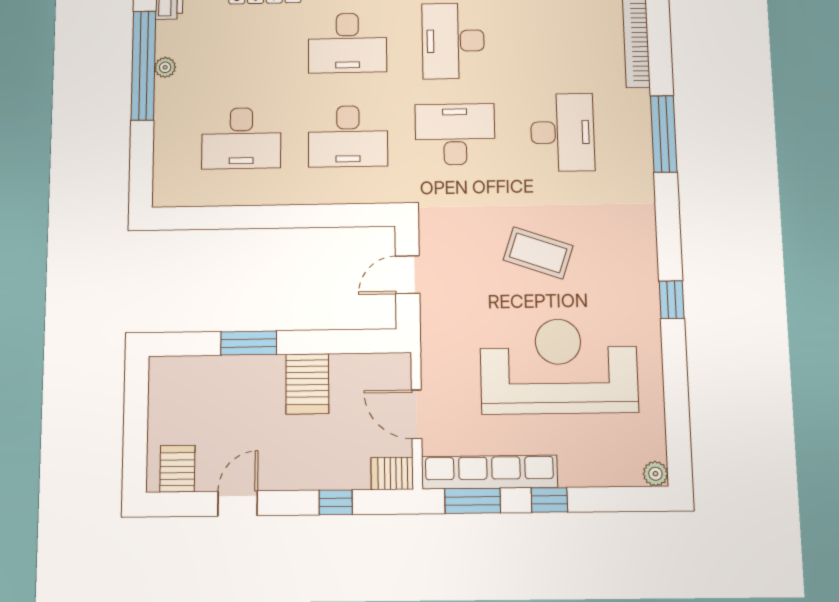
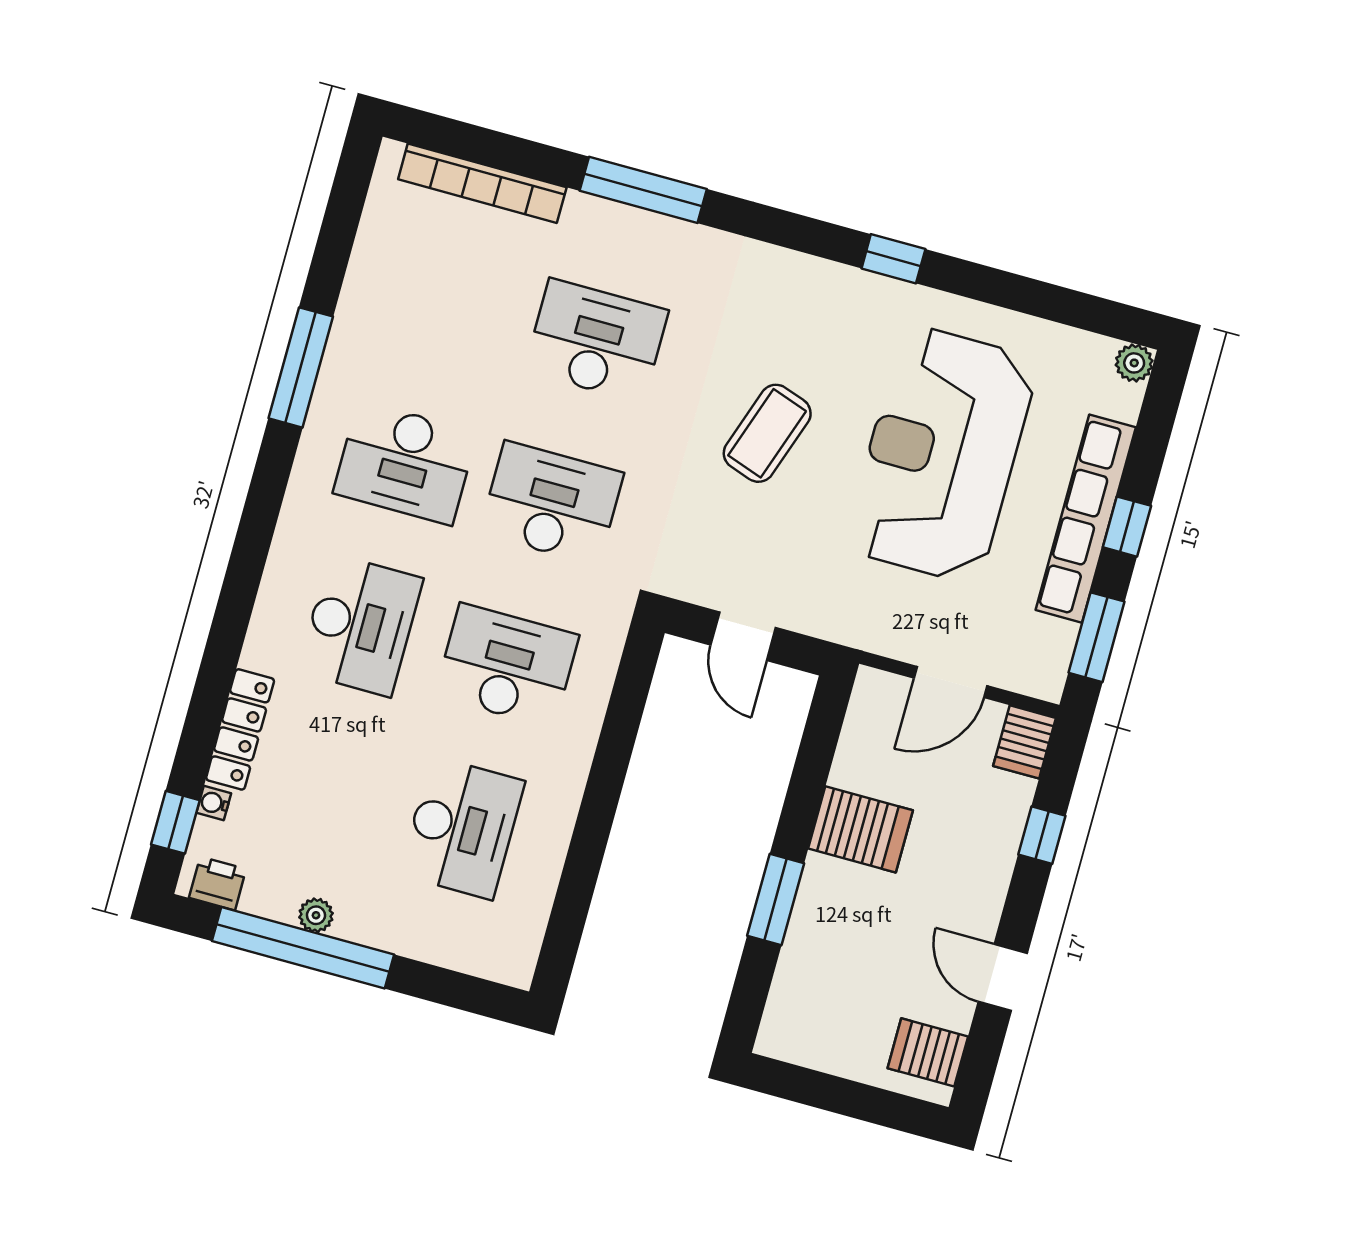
desk: (455, 134) -> (552, 503), turned 90
desk: (348, 136) -> (507, 665), turned -90
row of seats: (489, 472) -> (1086, 519), moved

